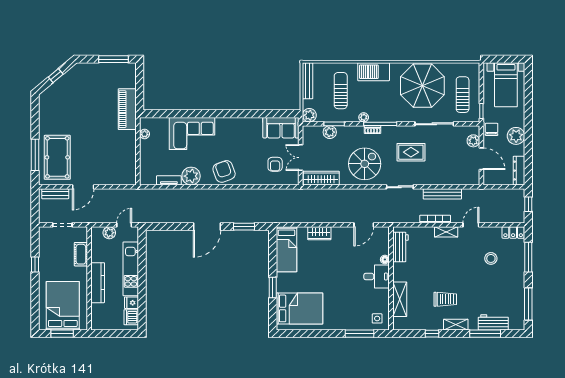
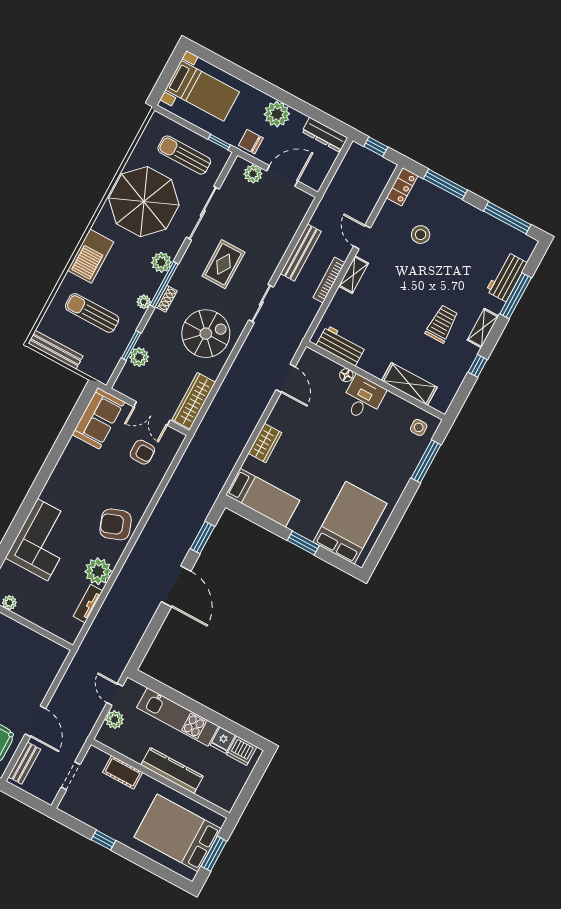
plant: (309, 115) -> (161, 262), moved
spiral stairs: (365, 164) -> (206, 334), turned 90

